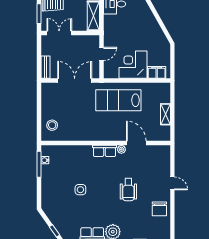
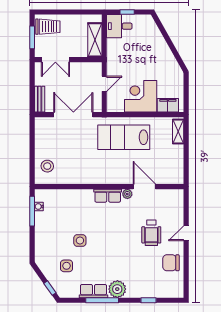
double door: (59, 33) -> (55, 60), swing flipped
shelving: (165, 114) -> (178, 131), moved
door: (172, 183) -> (186, 233), swing flipped
wheelchair: (128, 190) -> (151, 233), moved
chair: (159, 209) -> (171, 263), turned 90
side table: (69, 212) -> (67, 266), added

